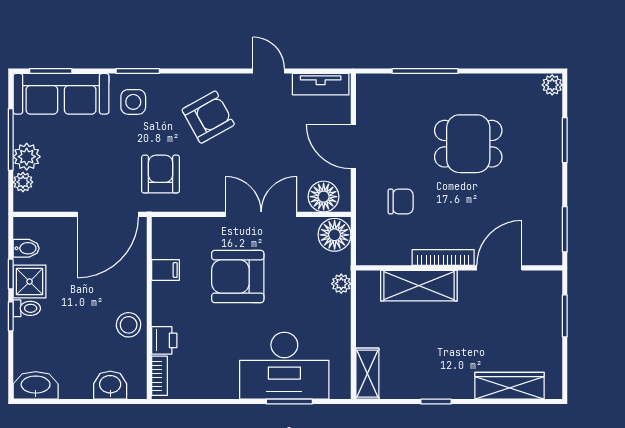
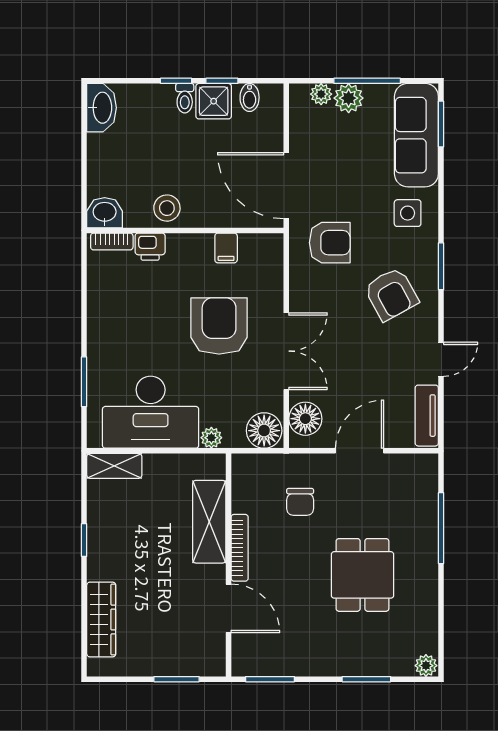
window: (138, 71) -> (441, 266), moved
desk: (284, 366) -> (151, 412), moved, turned -90
washbasin: (110, 385) -> (105, 213), moved, turned -90

